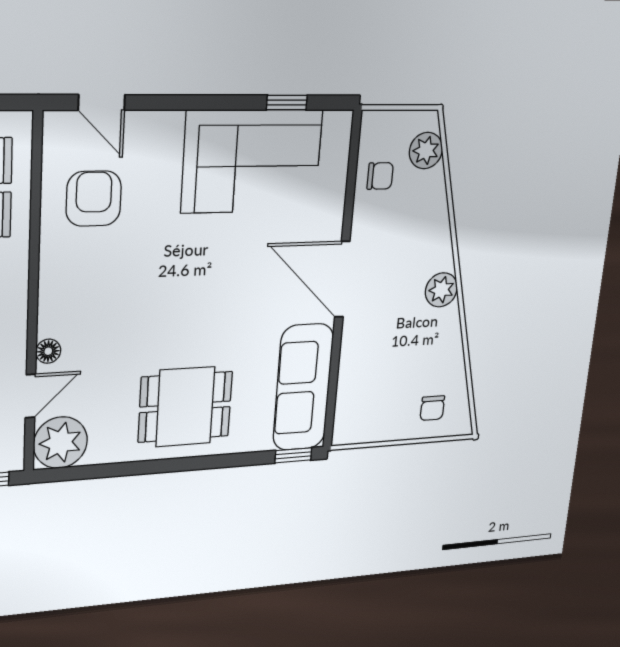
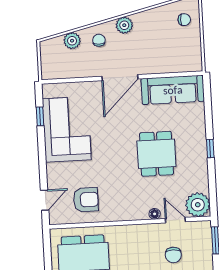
plant: (426, 151) -> (72, 41), moved
chair: (380, 176) -> (99, 40), moved
armchair: (94, 199) -> (86, 200), turned 180
dining table: (185, 407) -> (156, 154), moved
window: (293, 455) -> (210, 148), moved

